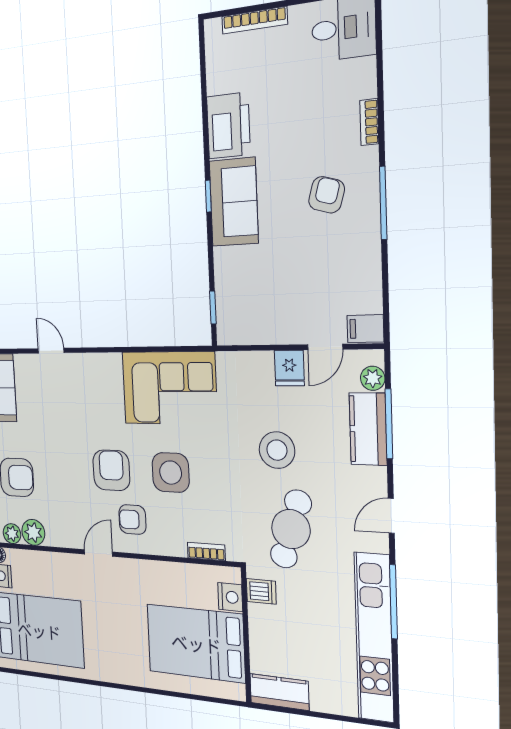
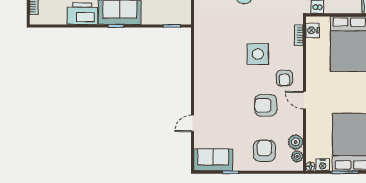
corner sofa: (169, 388) -> (213, 53), removed
armchair: (111, 470) -> (266, 105), moved
nightstand: (230, 597) -> (312, 30), moved, turned -90

